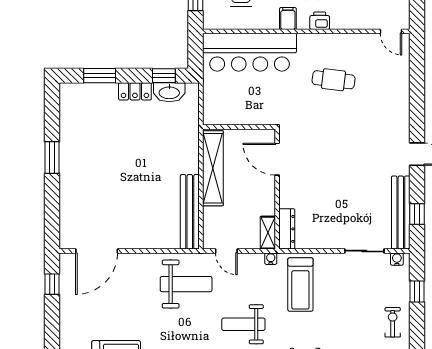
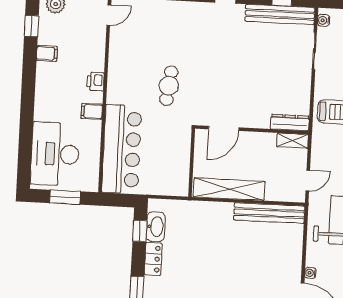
cafe table: (334, 80) -> (169, 86), moved
water cooler: (271, 259) -> (310, 273), moved

